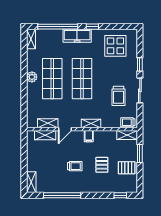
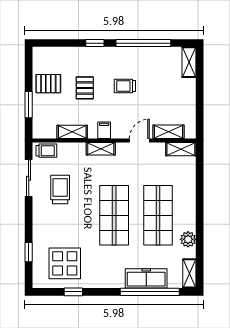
window: (92, 27) -> (73, 292), moved
freezer: (77, 36) -> (146, 278), moved
window: (140, 64) -> (29, 252), moved
plant: (32, 77) -> (188, 239), moved
sliding door: (140, 90) -> (29, 178), moved
shelving: (48, 123) -> (181, 149), moved
shelving: (127, 135) -> (72, 132), moved
window: (120, 195) -> (95, 43), moved

